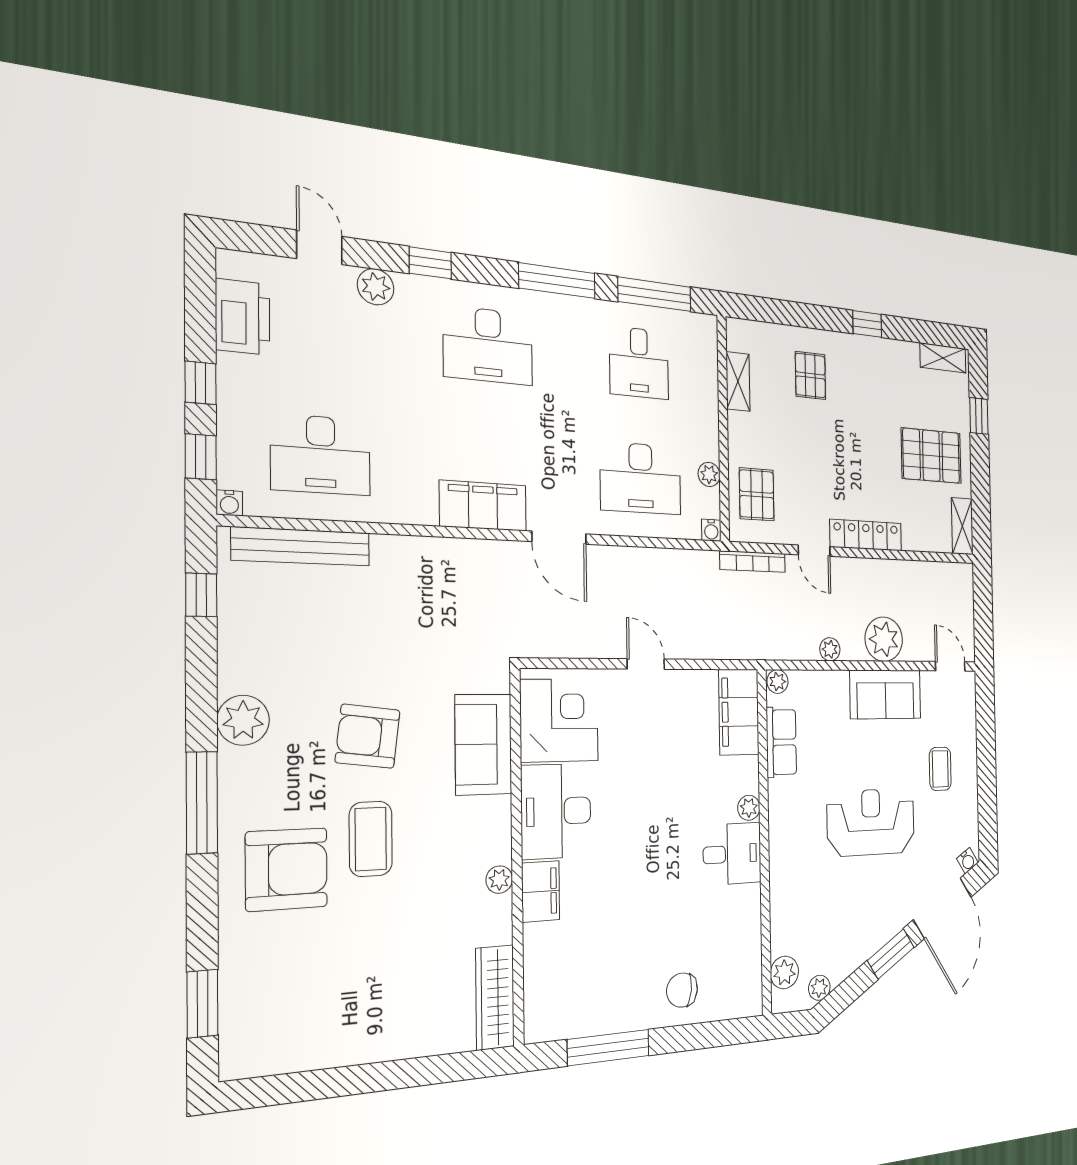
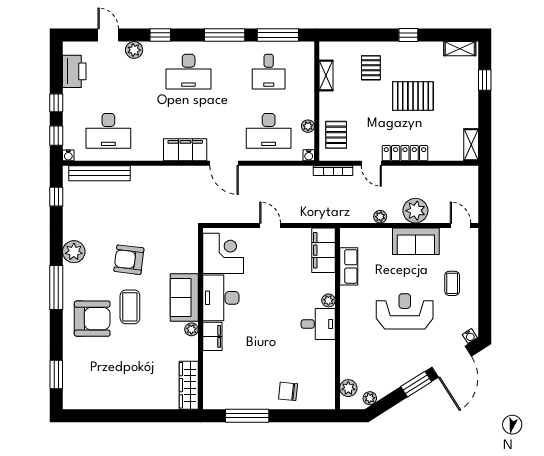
pallet: (931, 456) -> (413, 96), moved
plant: (777, 681) -> (347, 234), removed
sofa: (483, 744) -> (184, 298), moved

